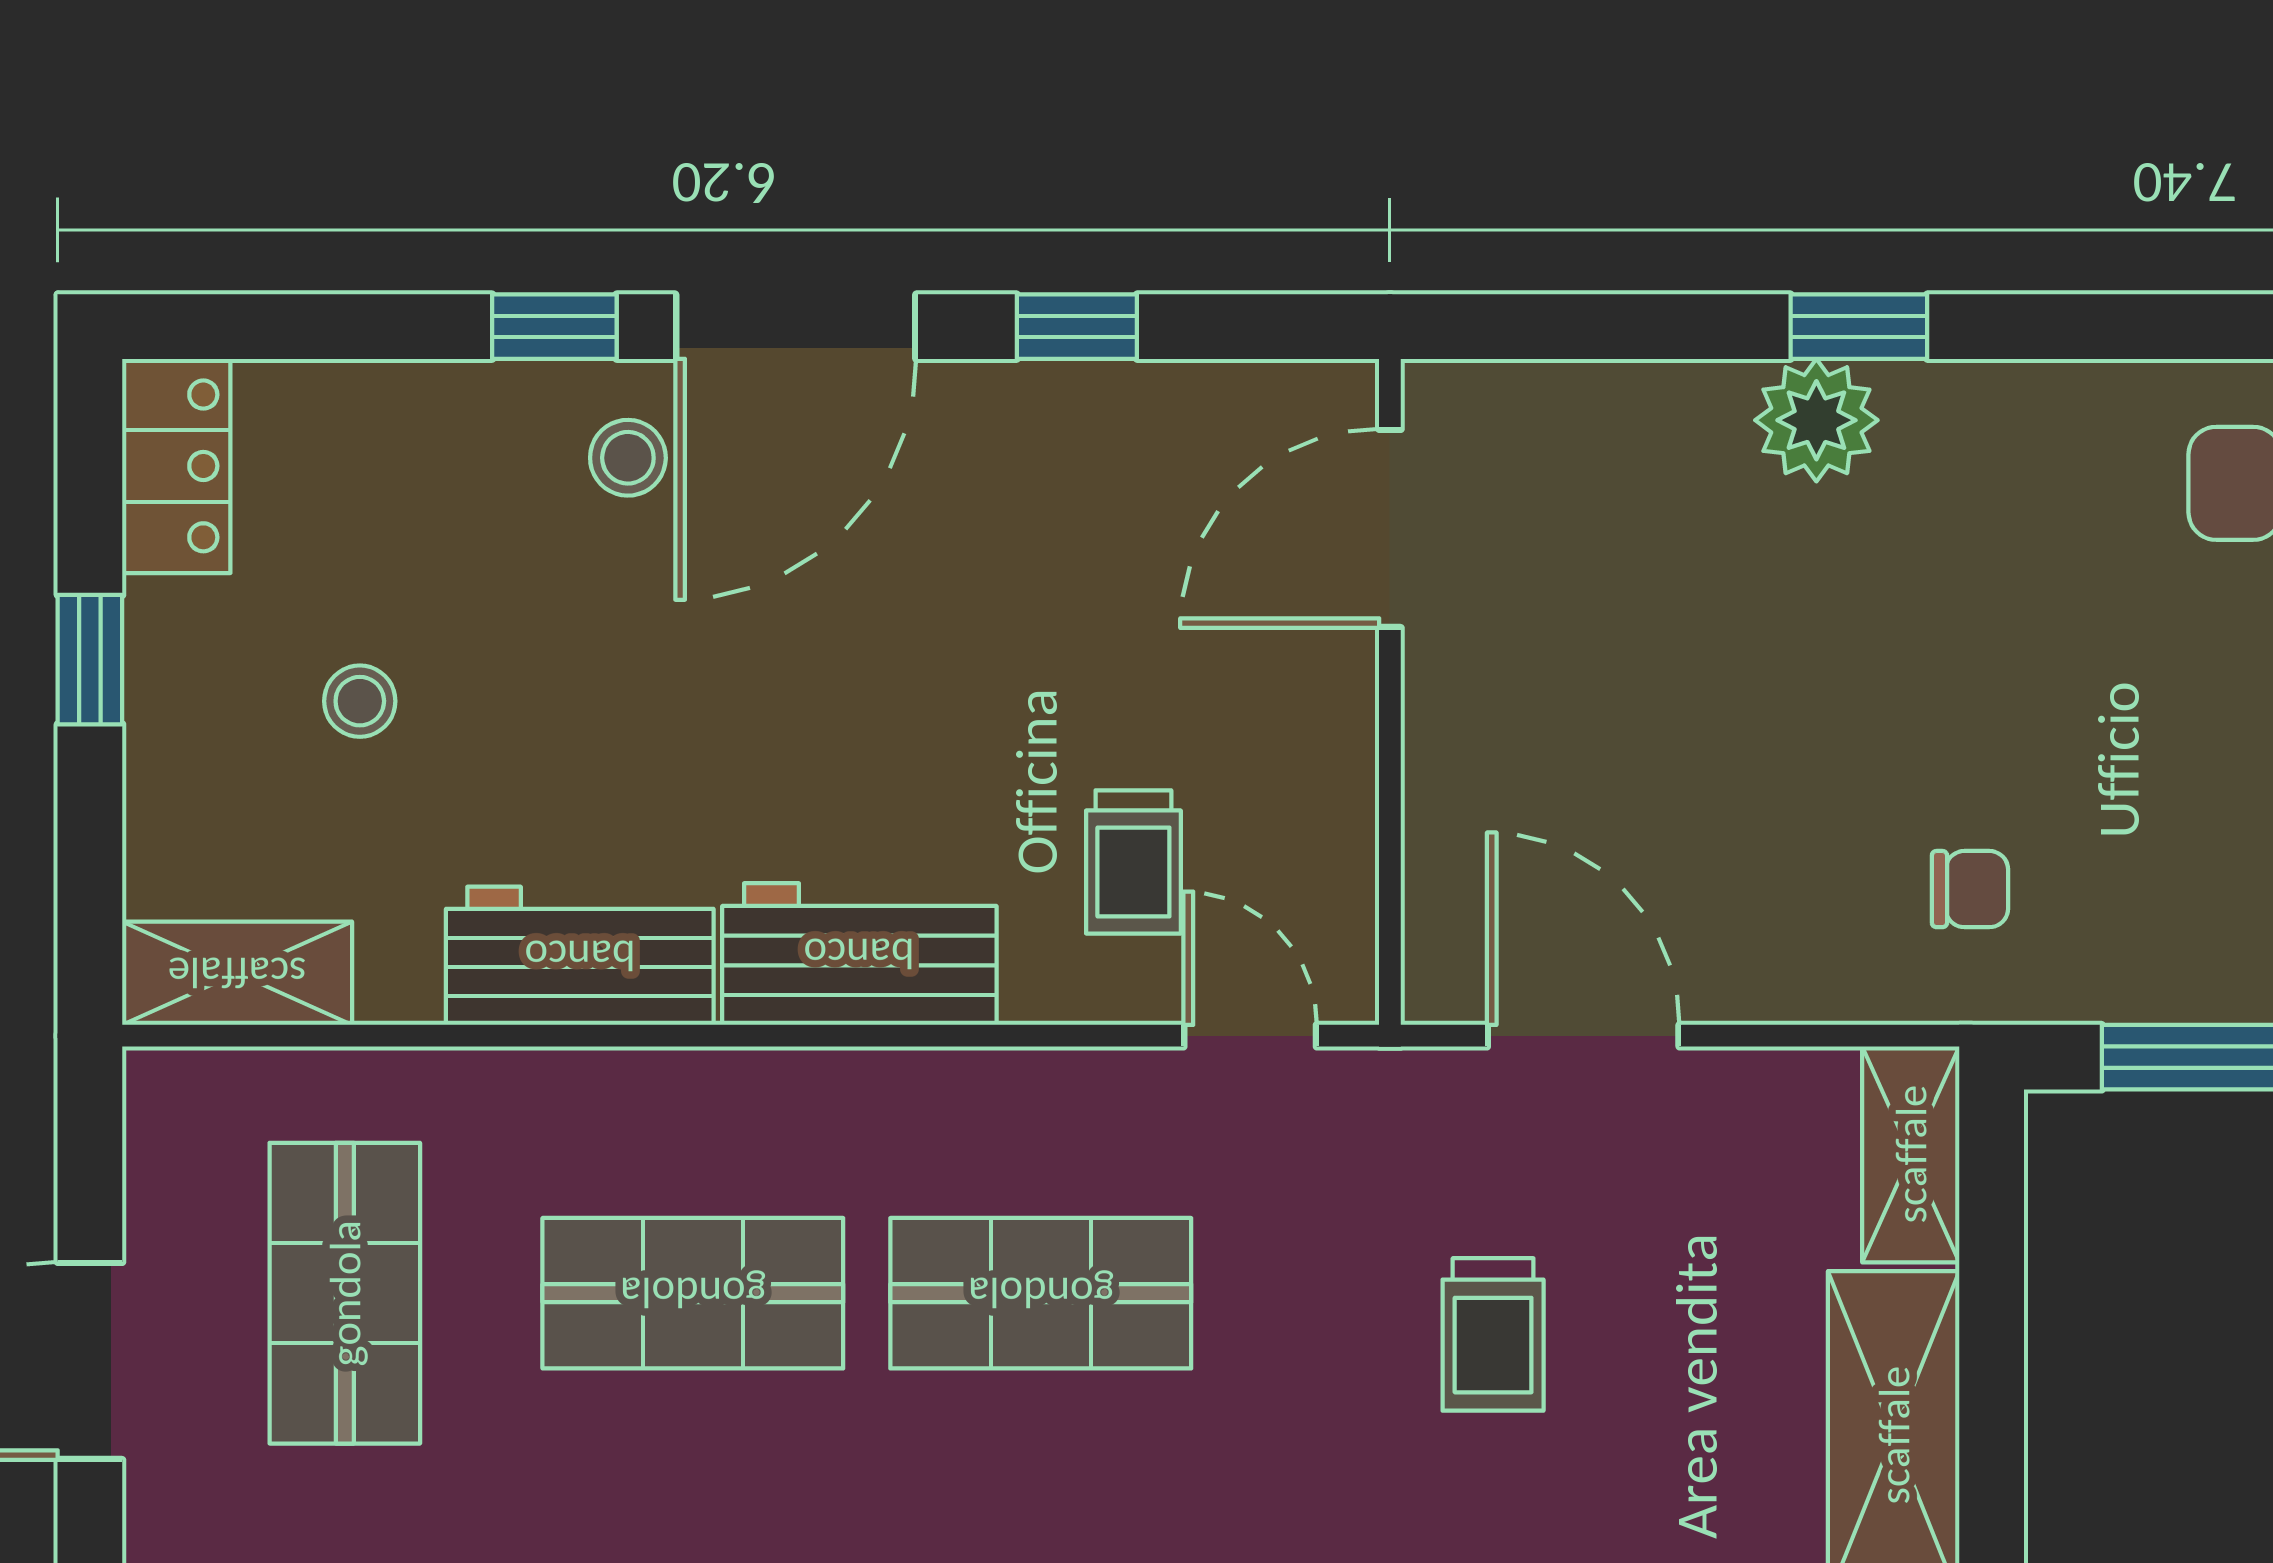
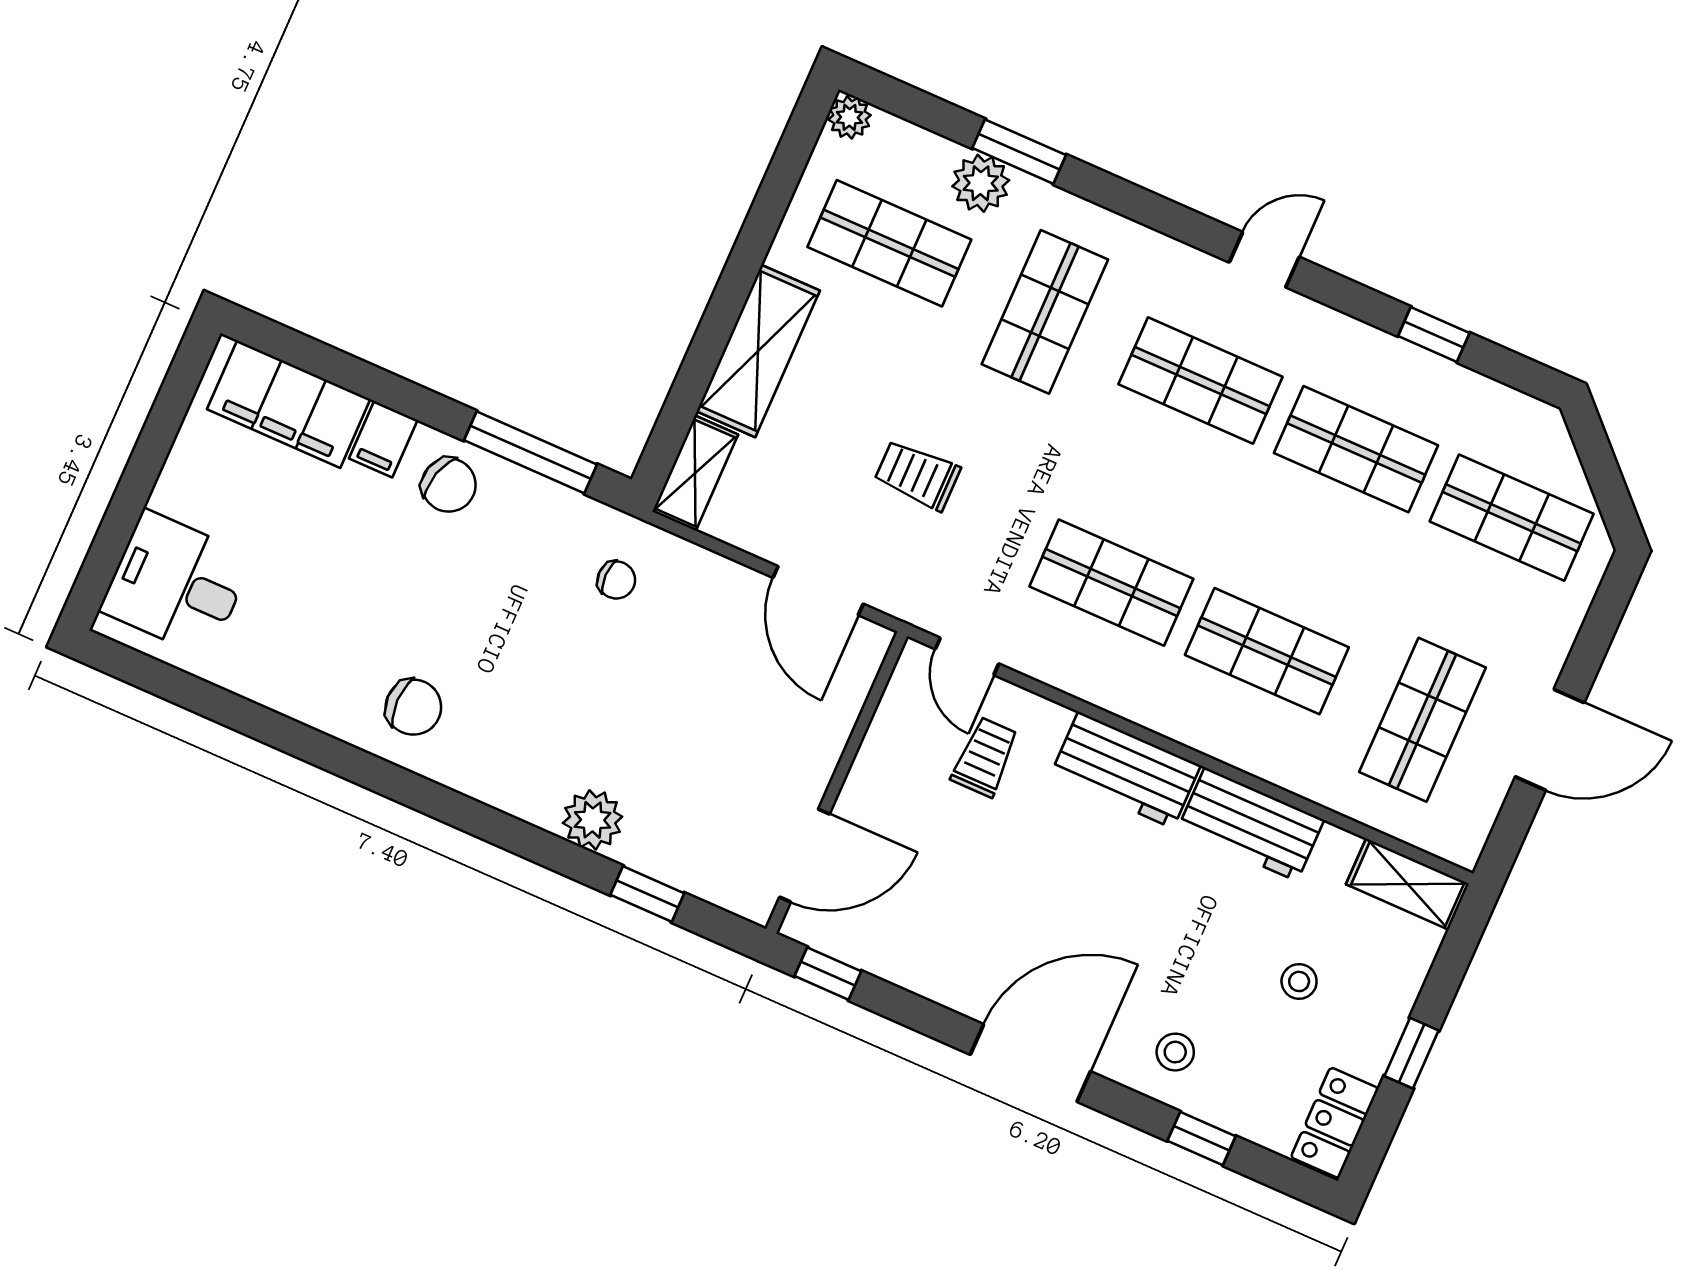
window: (554, 327) -> (1202, 1138), moved
window: (1077, 327) -> (828, 974), moved
window: (1859, 327) -> (647, 894), moved
stool: (628, 458) -> (1175, 1052), moved
chair: (1970, 889) -> (616, 580), turned 180
trolley: (1493, 1334) -> (917, 475), turned -90

